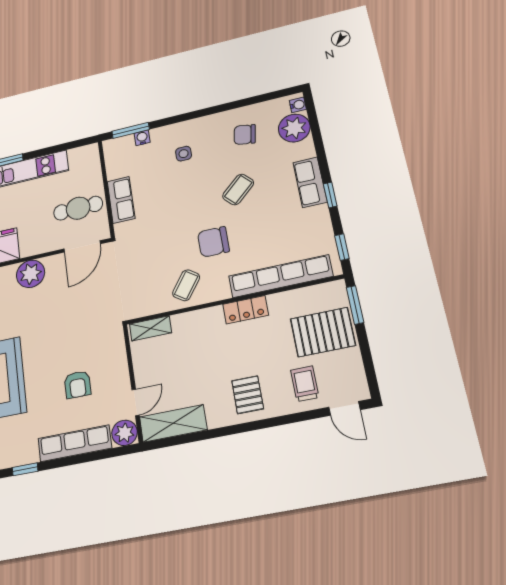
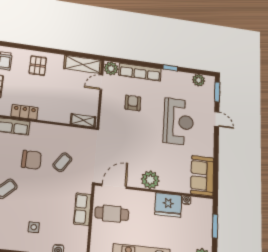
coffee table: (186, 285) -> (62, 162), moved

